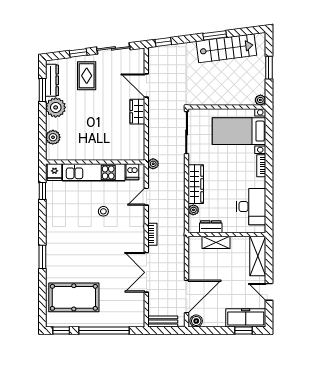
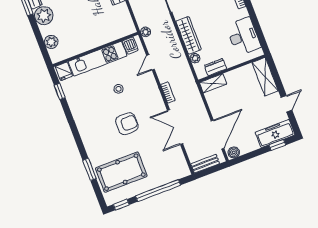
shelving: (216, 242) -> (213, 83), moved
armchair: (98, 250) -> (127, 124), added
window: (42, 257) -> (89, 169), moved
door: (269, 292) -> (286, 104), swing flipped

